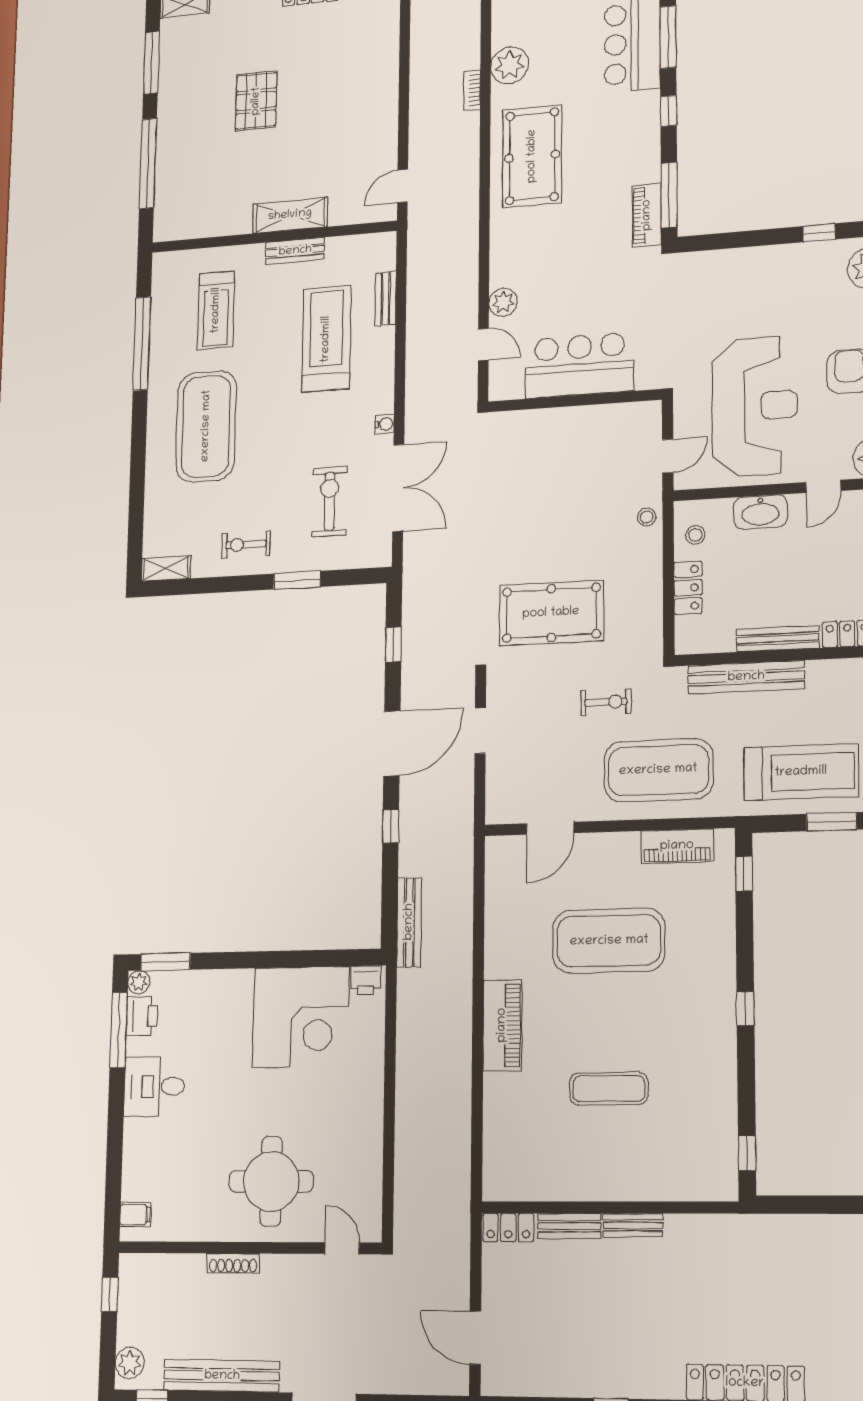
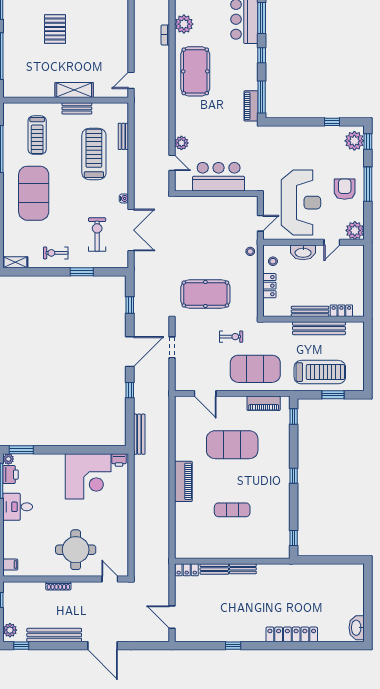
bench: (746, 677) -> (319, 328), moved
door: (550, 828) -> (205, 393), hinge flipped

